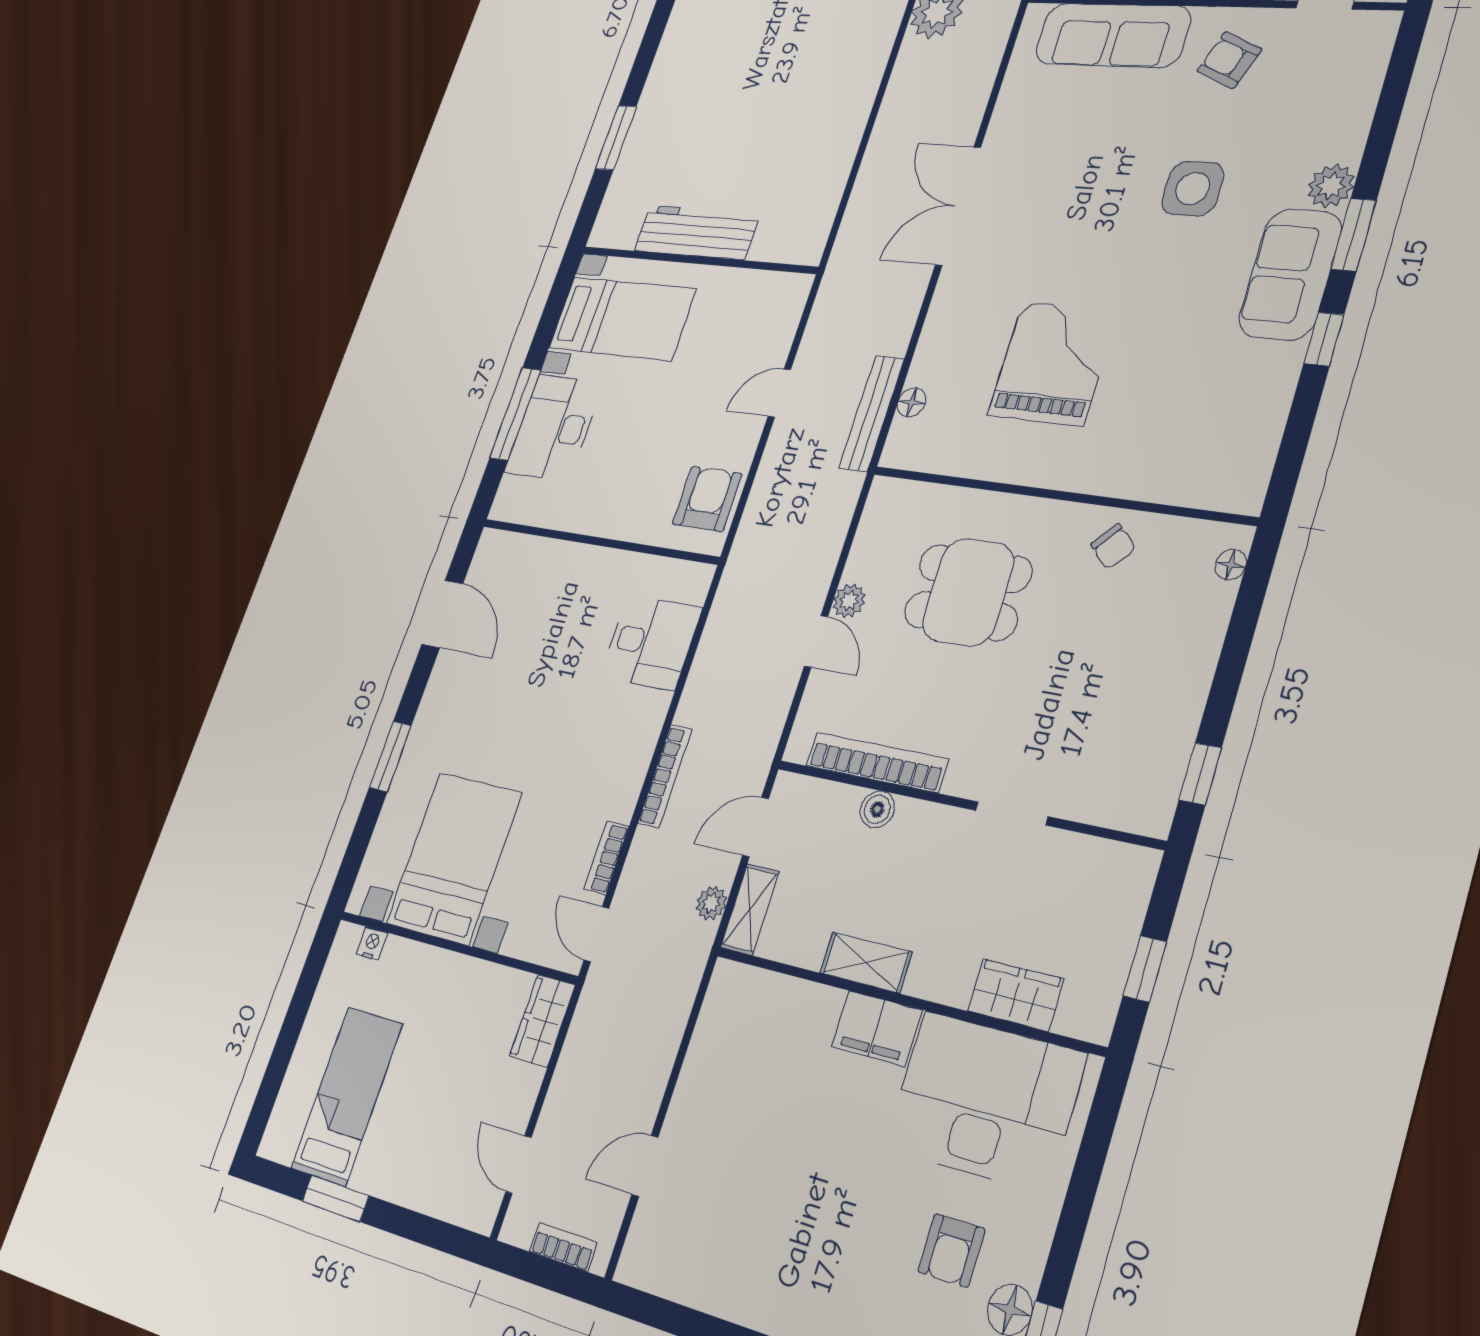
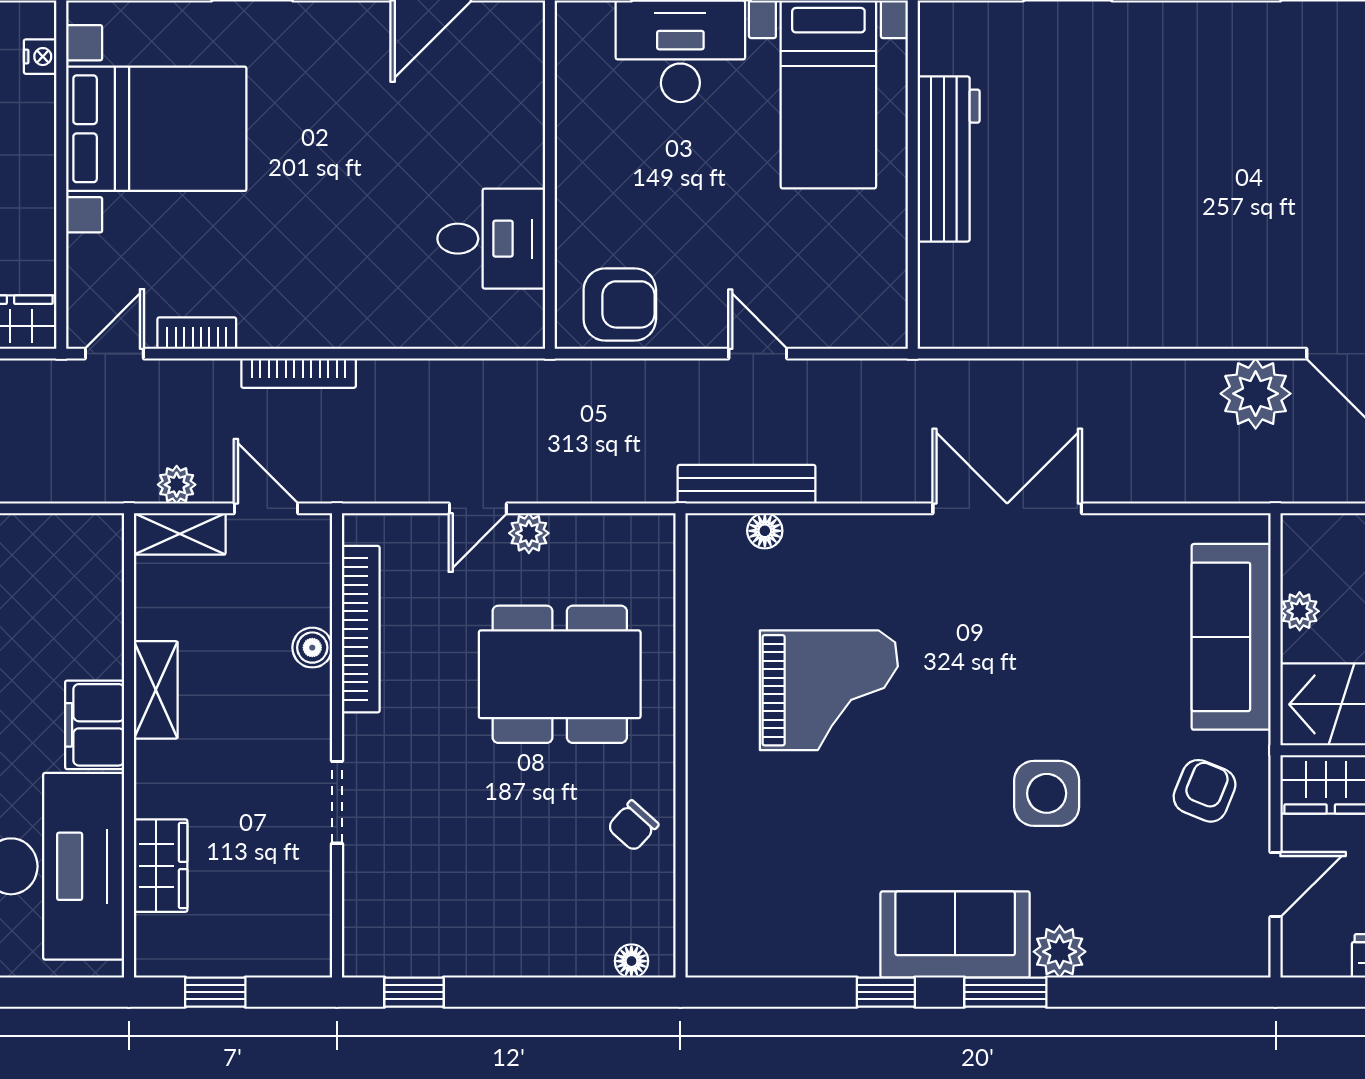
dining table: (968, 592) -> (560, 674), width x1.38
desk: (651, 642) -> (491, 239), moved, turned -90

